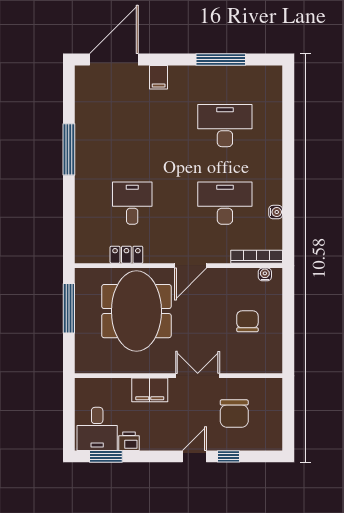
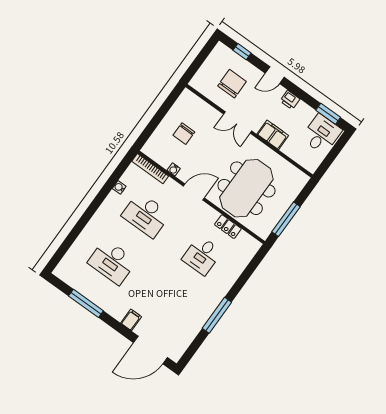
water cooler: (265, 274) -> (174, 169), moved
printer: (129, 441) -> (290, 100), moved
window: (228, 456) -> (242, 52), moved

